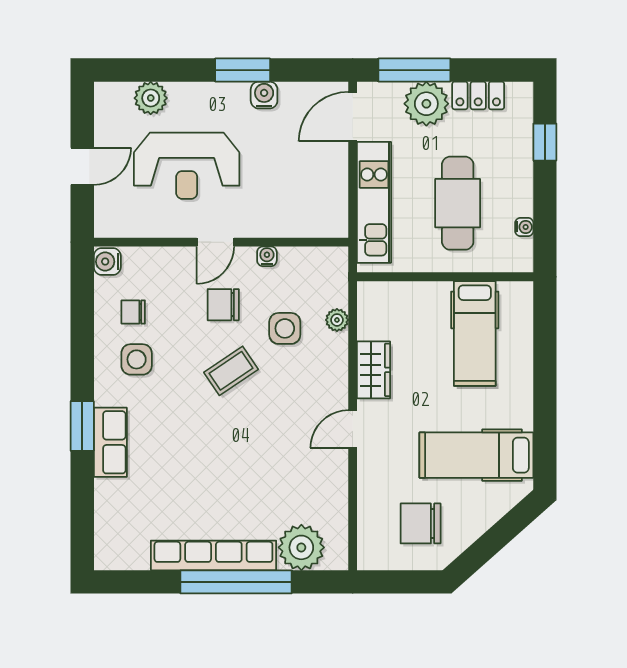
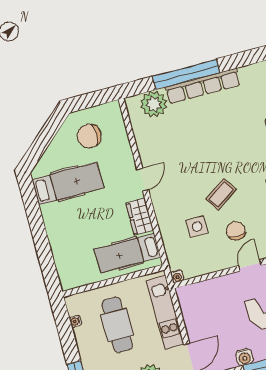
water cooler: (267, 256) -> (177, 276), moved
chair: (223, 305) -> (236, 231), turned -90
plant: (337, 320) -> (168, 240), removed
hospital bed: (475, 334) -> (128, 253), moved, turned -90
chair: (421, 523) -> (89, 136), turned 180

